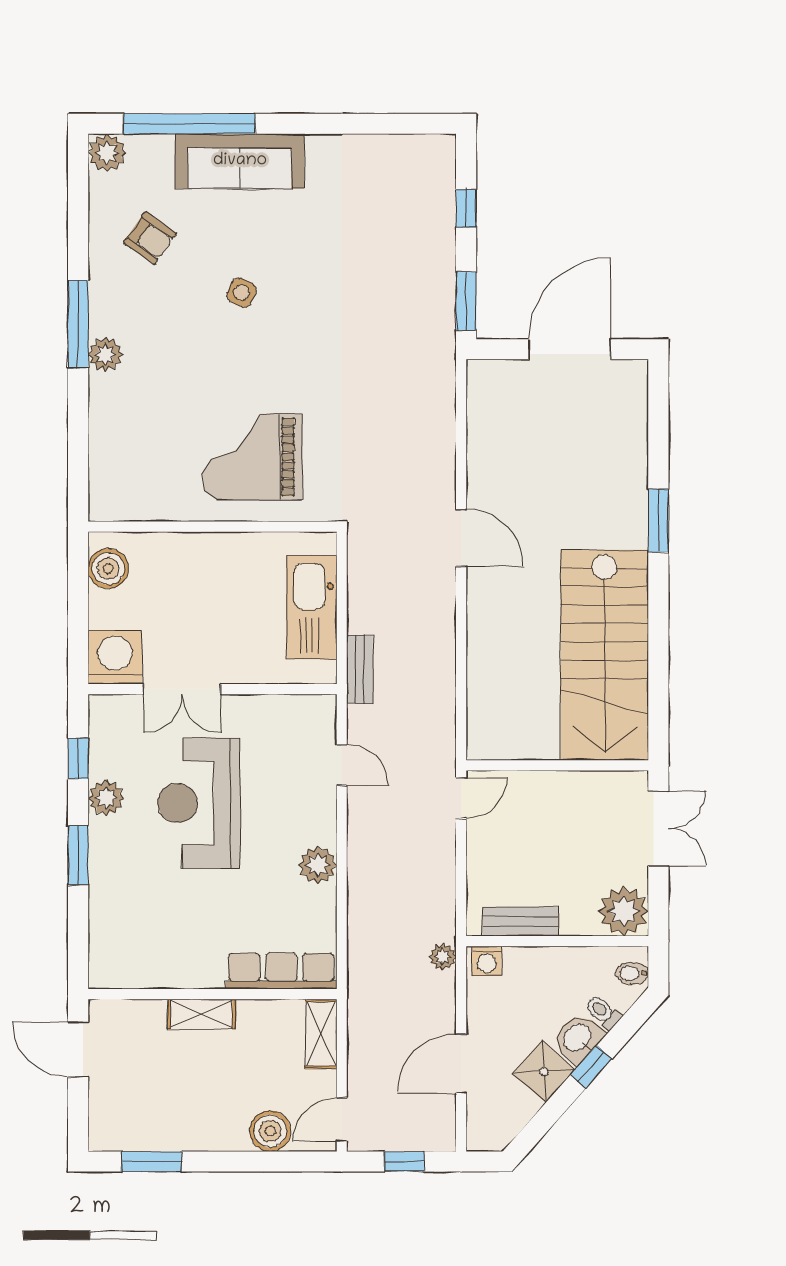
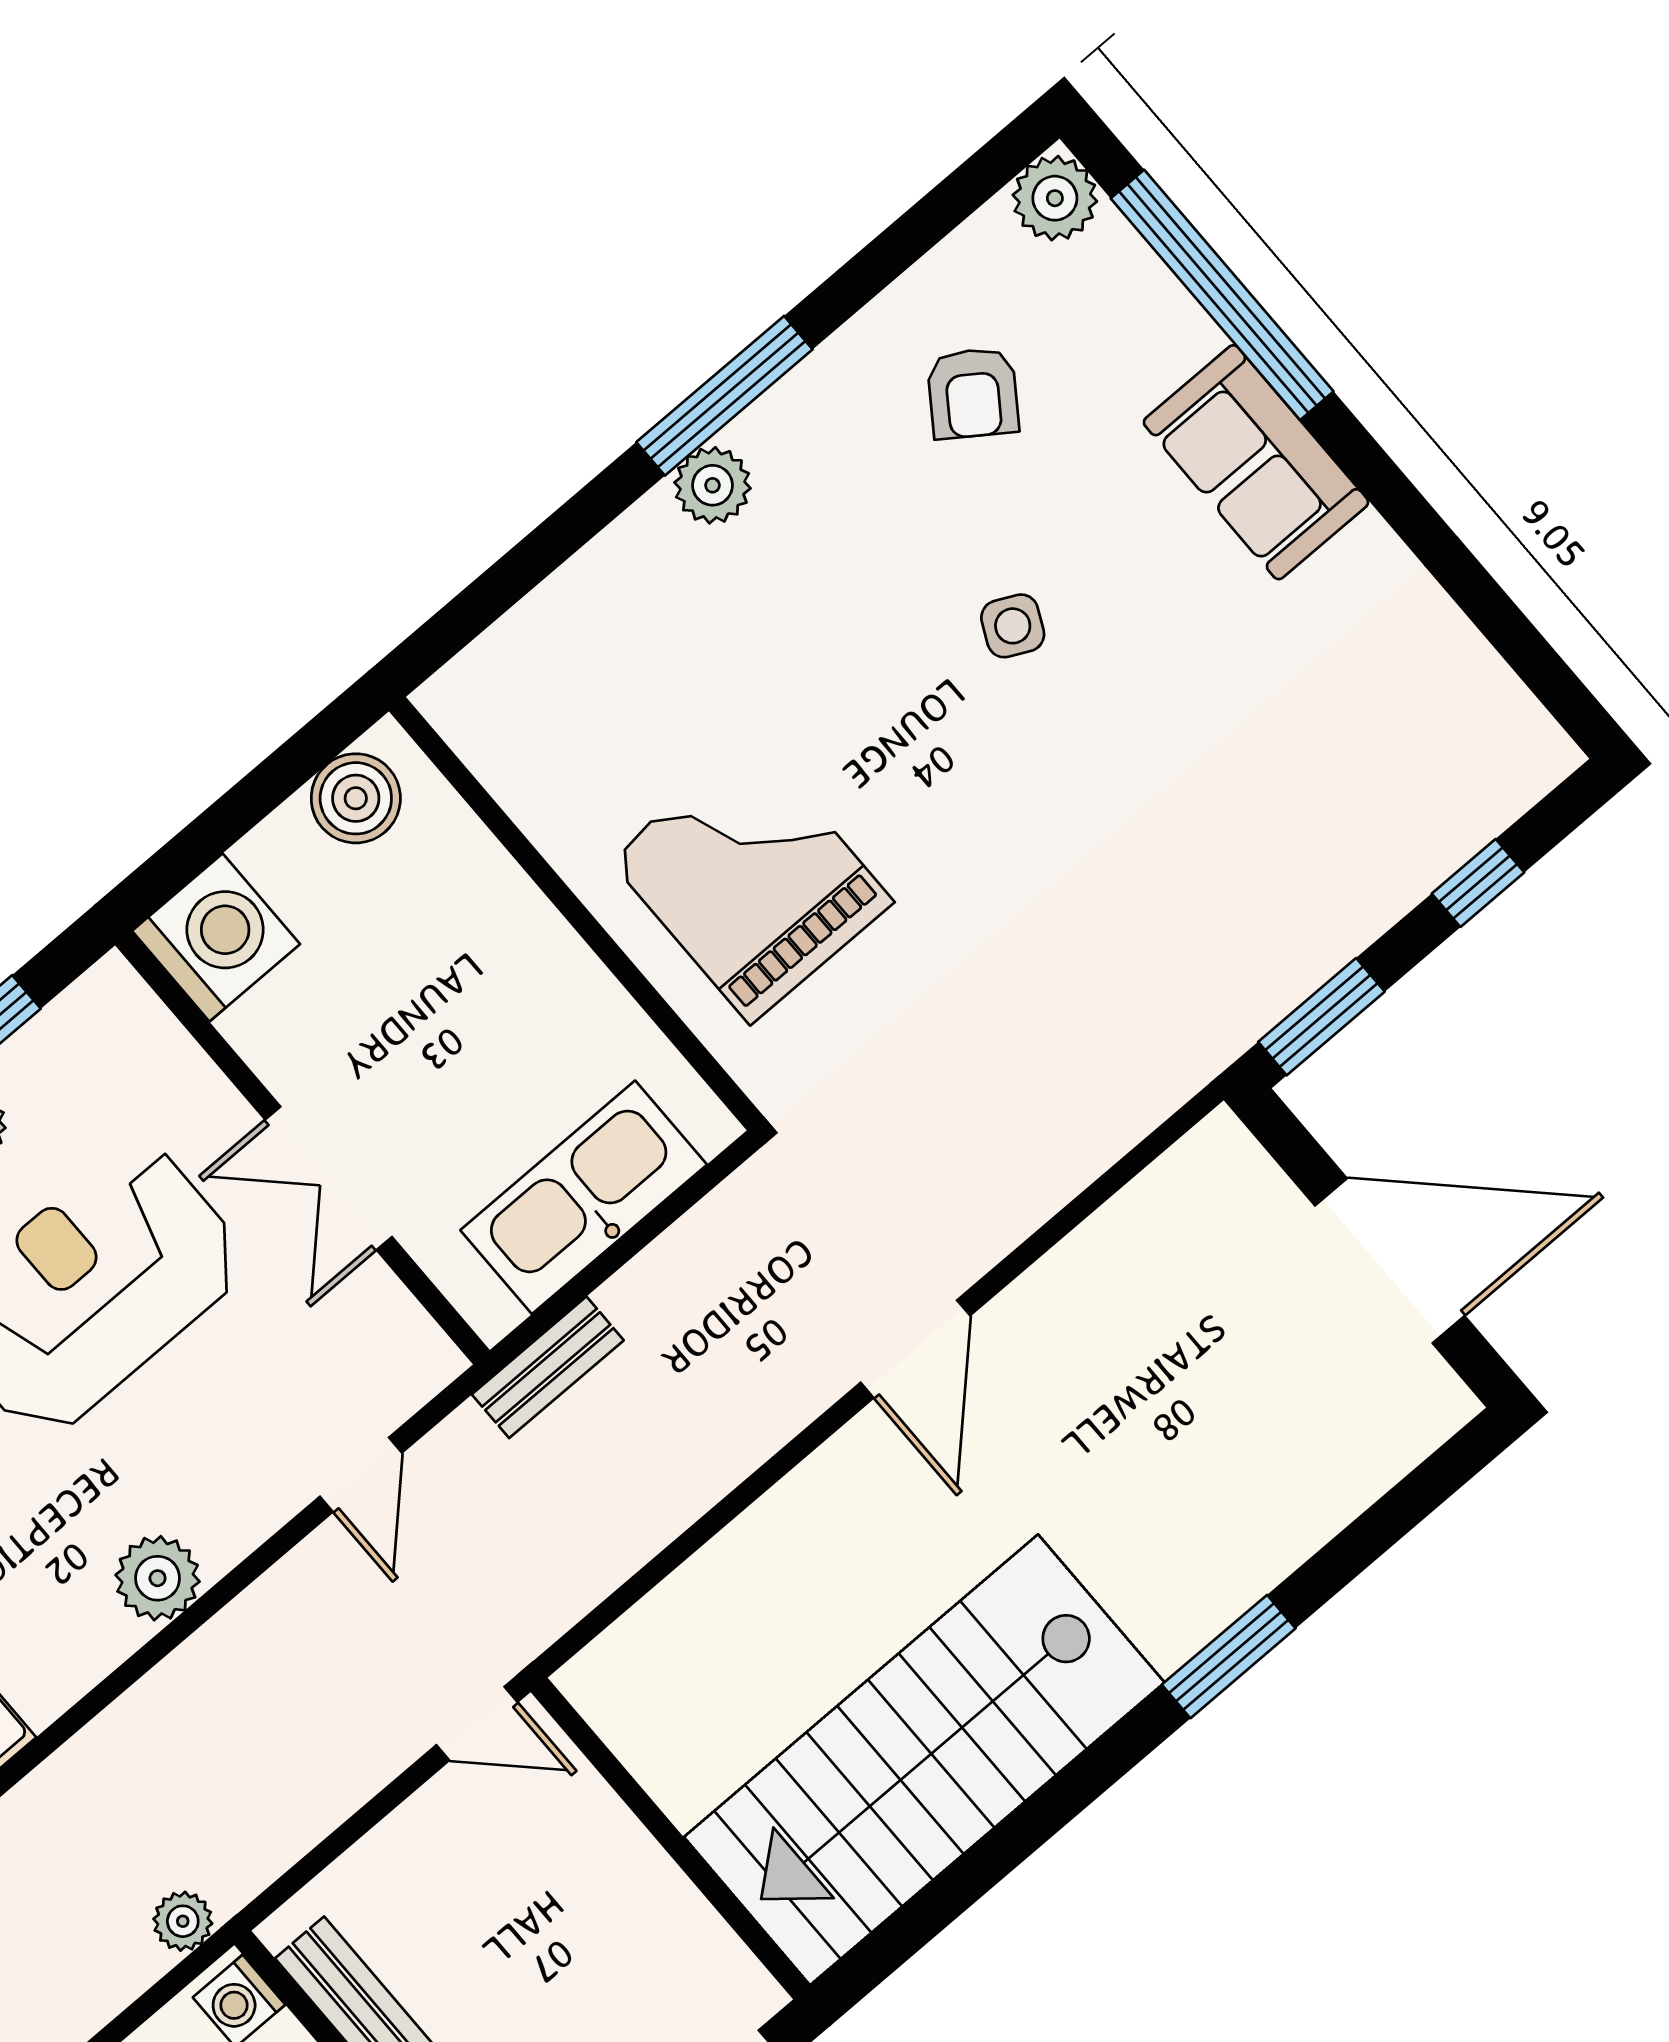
sofa: (240, 161) -> (1256, 462), width x0.73
double door: (182, 689) -> (329, 1178), moved

